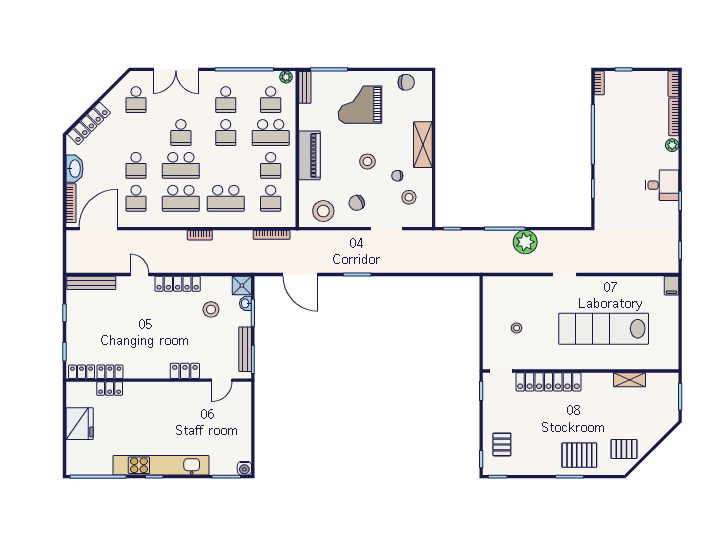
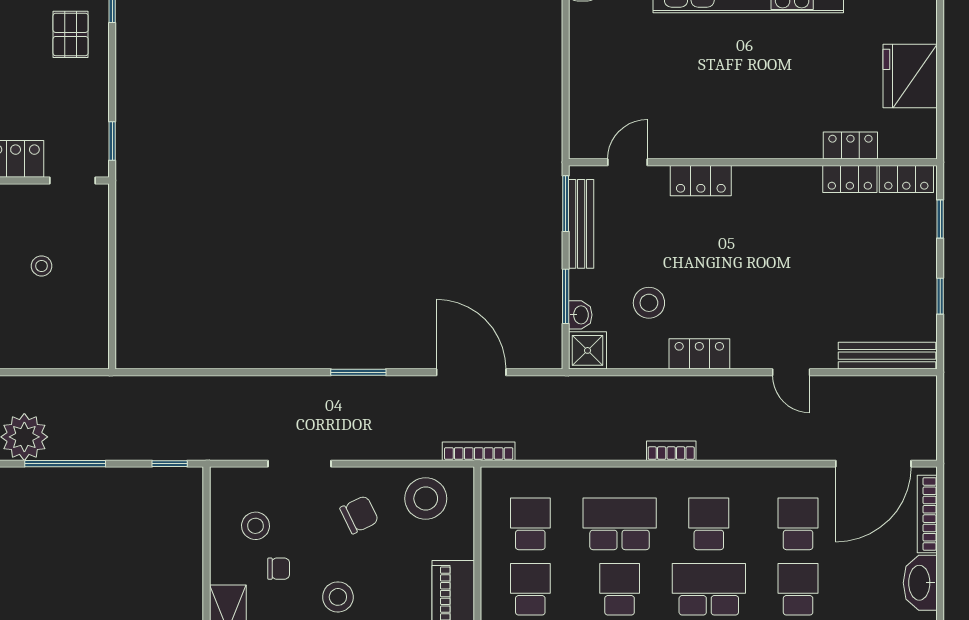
school desk: (226, 165) -> (620, 589), added
school desk: (181, 198) -> (709, 524), width x0.54
bookcase: (272, 235) -> (479, 451), moved
locker: (178, 284) -> (699, 354), width x0.66

